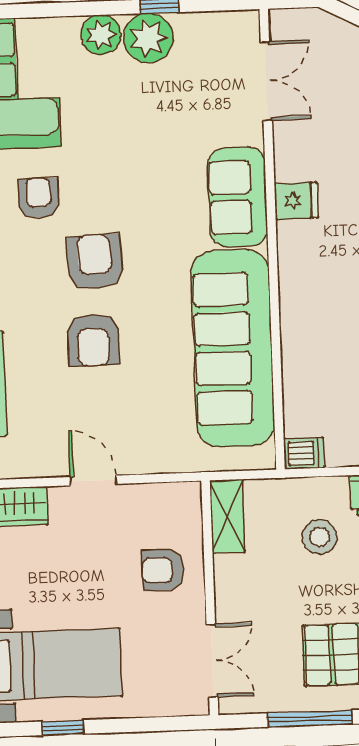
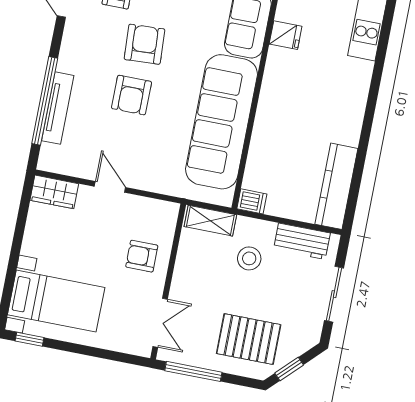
shelving: (227, 516) -> (210, 221), moved, turned 90
window: (310, 719) -> (193, 371), moved
window: (63, 728) -> (29, 339), moved

